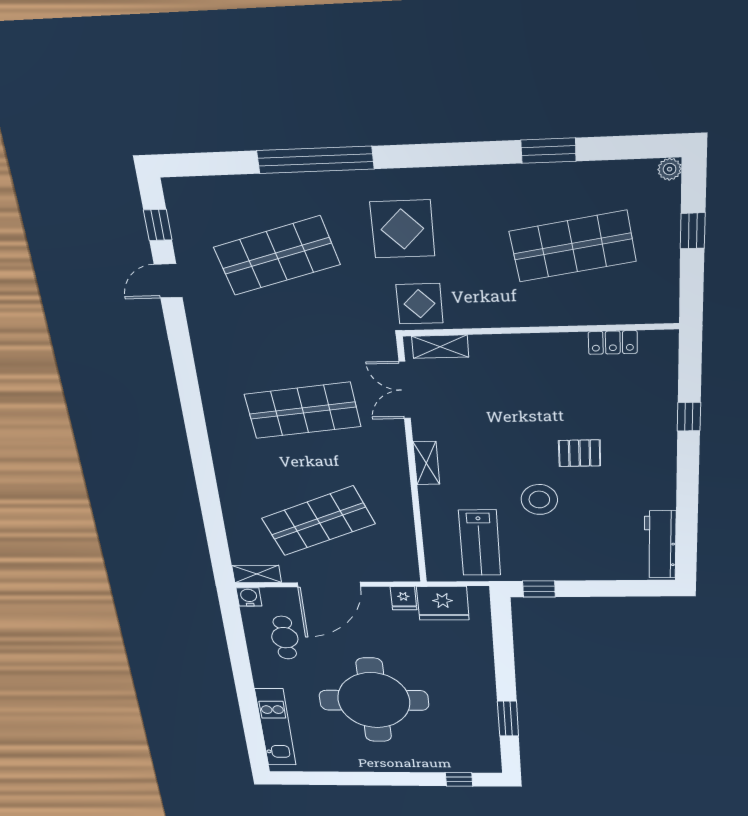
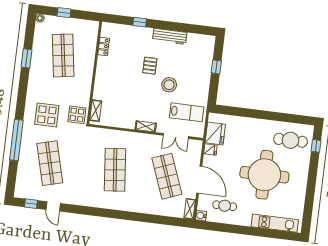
double door: (405, 390) -> (176, 136), moved
workbench: (660, 545) -> (170, 36), moved
window: (539, 589) -> (216, 67), moved
window: (508, 719) -> (282, 117), removed
cafe table: (461, 737) -> (291, 140), added

